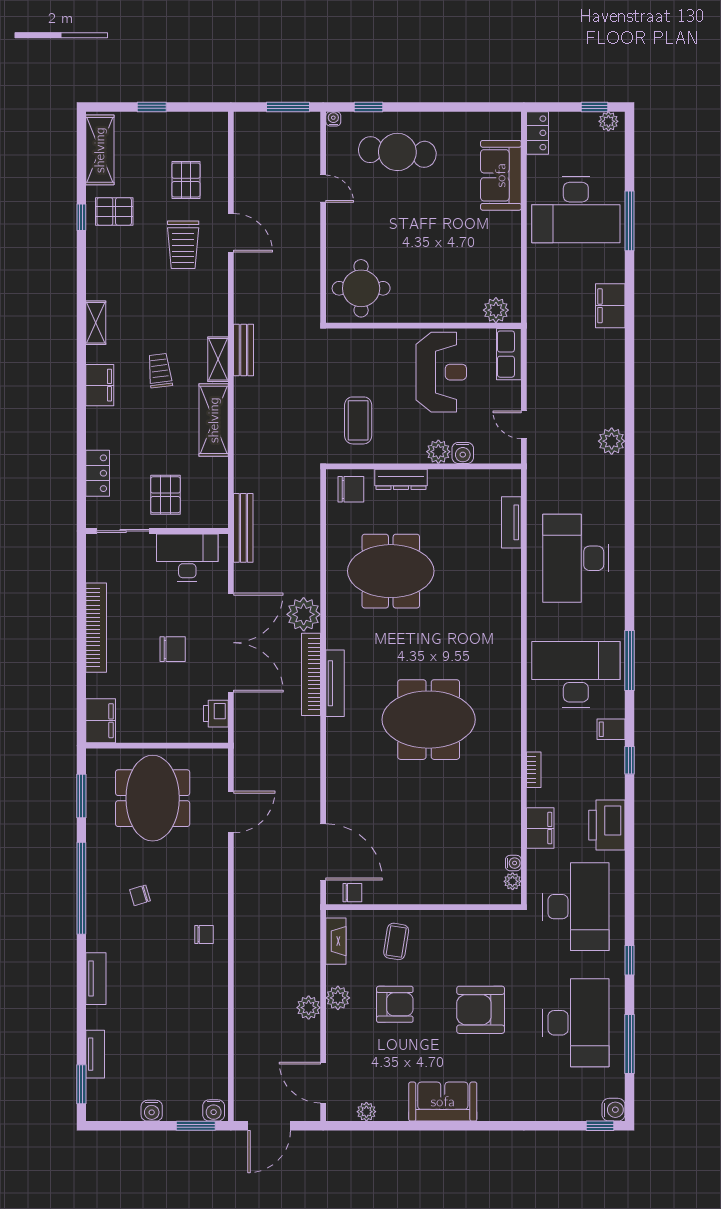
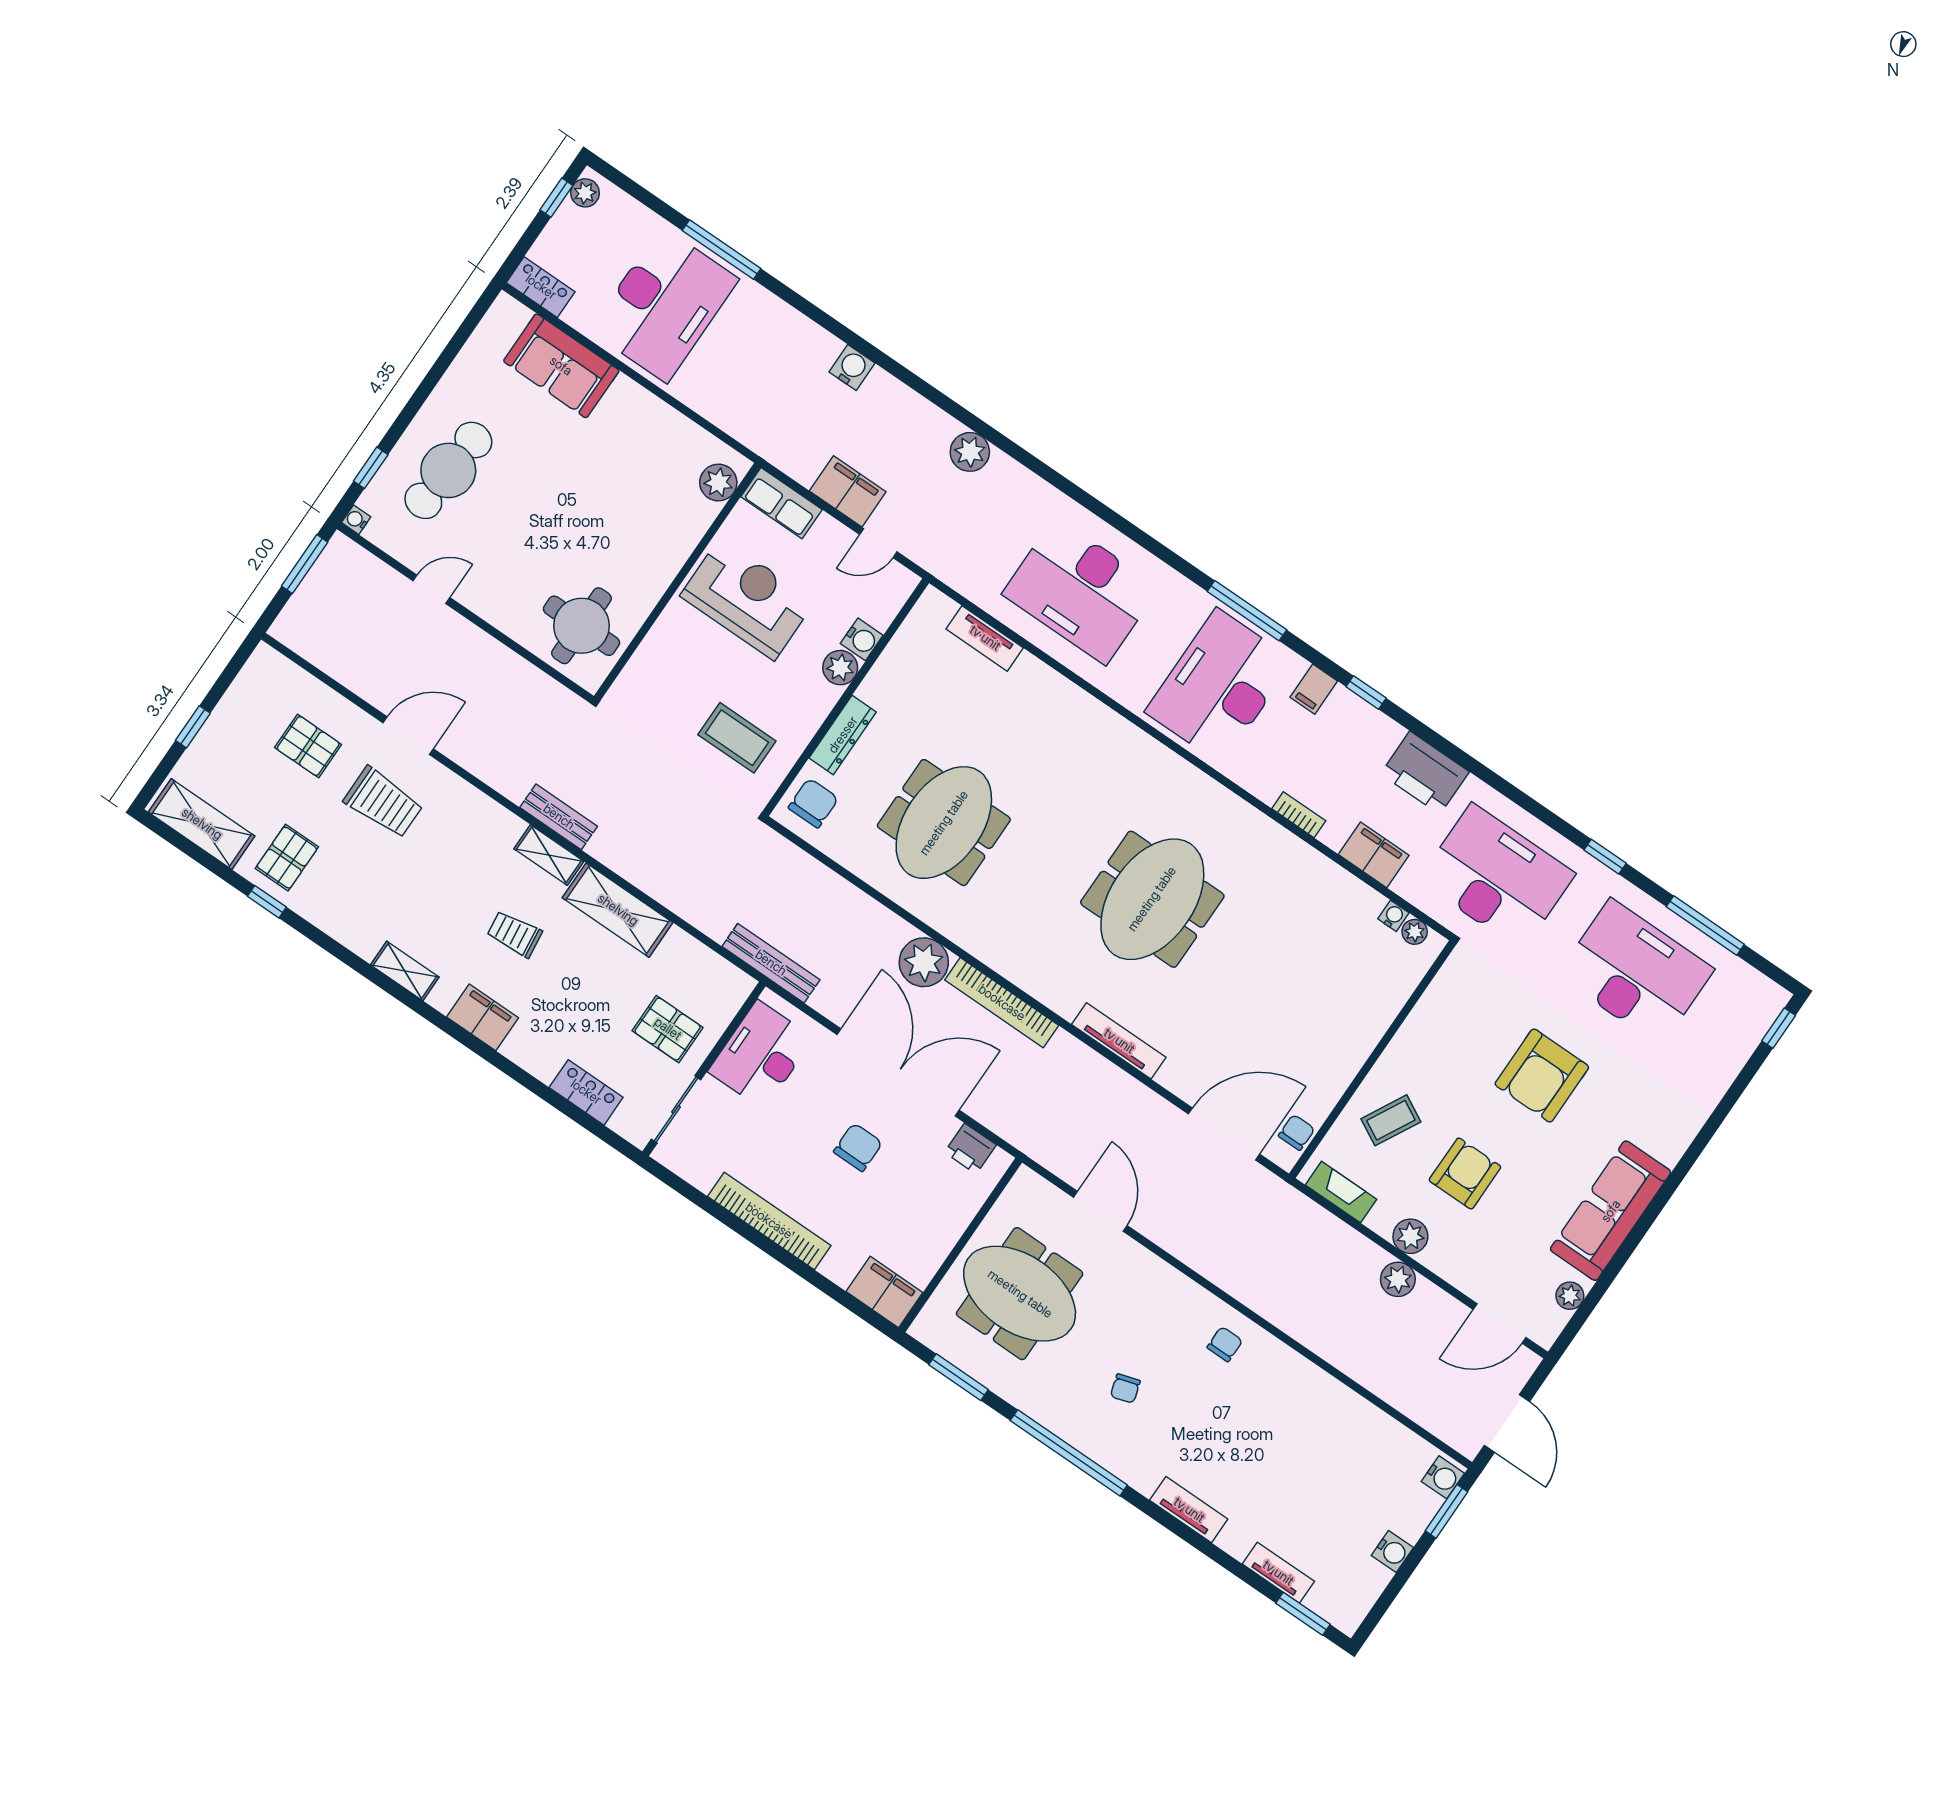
filing cabinet: (610, 306) -> (848, 491), moved, turned 180
tv unit: (335, 683) -> (1119, 1041), moved
coffee table: (396, 941) -> (1391, 1120), turned -71
sofa: (443, 1102) -> (1611, 1211), width x1.36
water cooler: (614, 1110) -> (852, 367), moved

